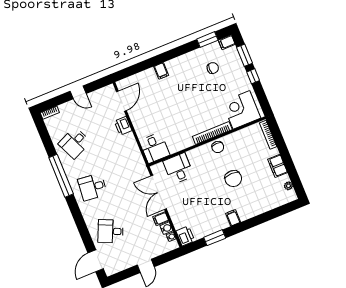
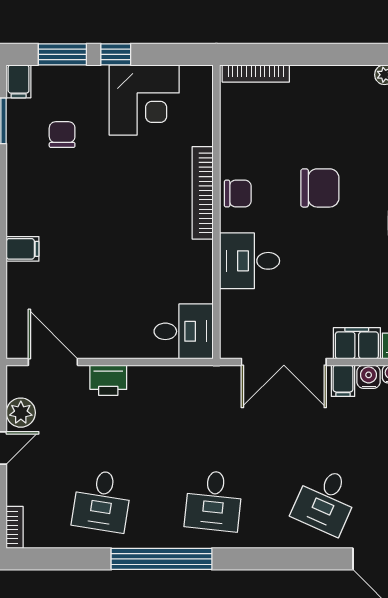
plant: (96, 97) -> (21, 413), added
corner desk: (241, 110) -> (144, 100), moved, turned -90
desk: (74, 143) -> (102, 501), turned 33
filing cabinet: (278, 166) -> (357, 343), moved, turned 180
desk: (178, 168) -> (250, 261), moved

